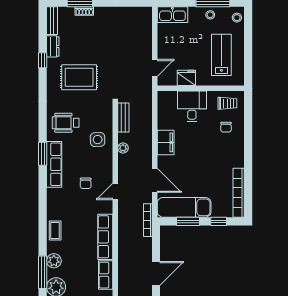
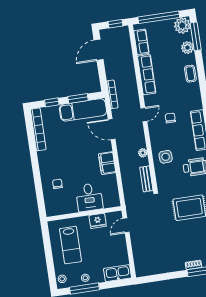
trolley: (227, 103) -> (59, 204), removed

